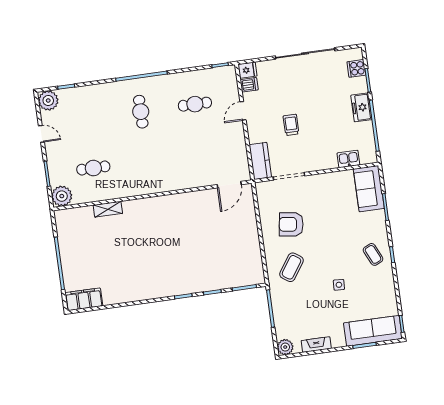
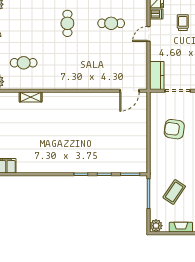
trolley: (291, 125) -> (183, 23), moved
coffee table: (291, 267) -> (174, 192), moved

